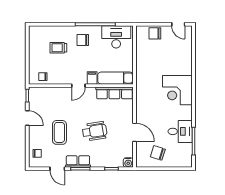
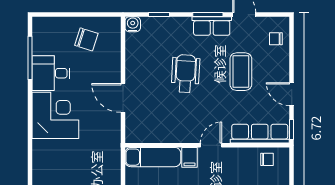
corner desk: (177, 90) -> (55, 115), moved
row of seats: (114, 93) -> (260, 134), moved
wheelchair: (95, 131) -> (186, 74), turned 102
door: (134, 132) -> (123, 98), moved

